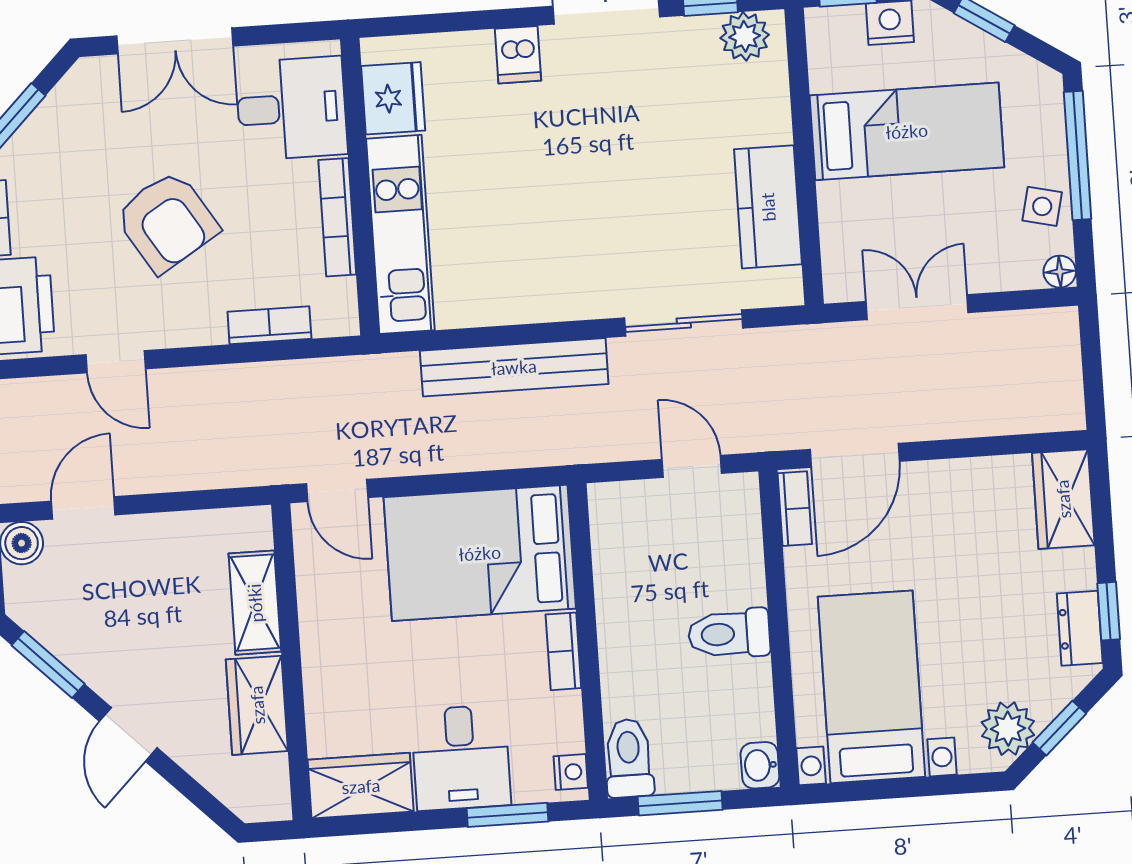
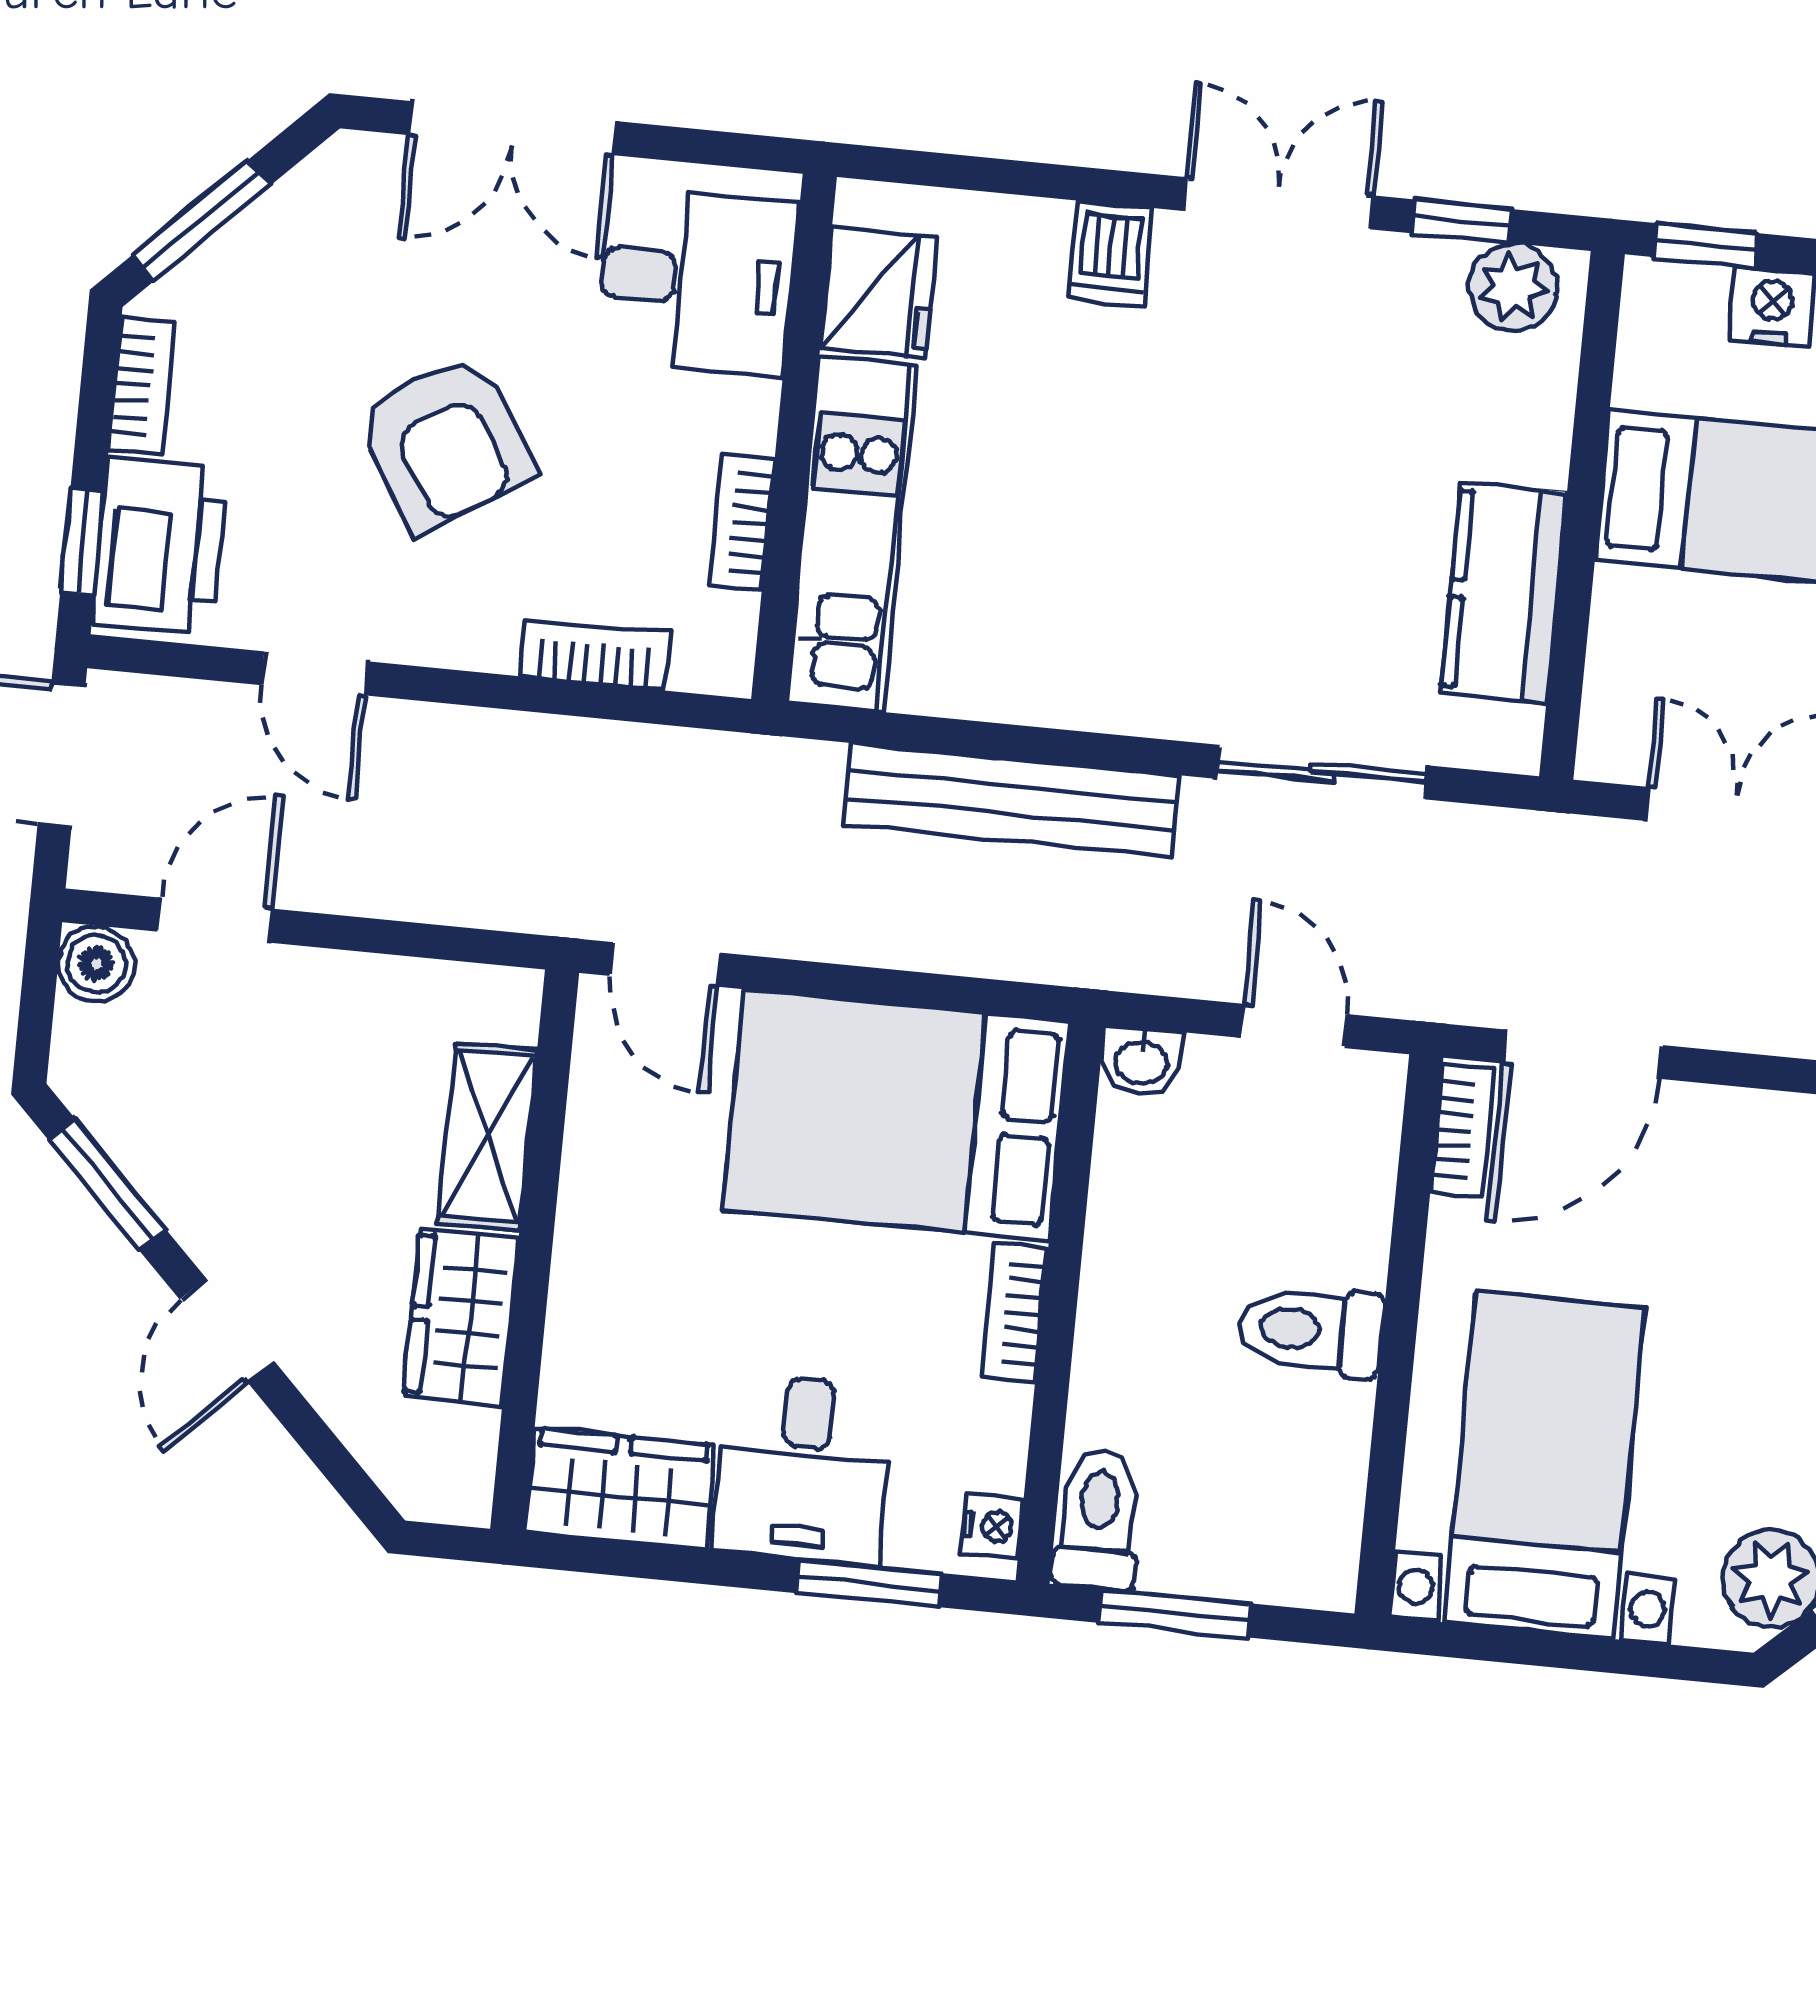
bookcase: (337, 217) -> (742, 522), width x0.64
washbasin: (760, 765) -> (1142, 1061), moved, turned -90

